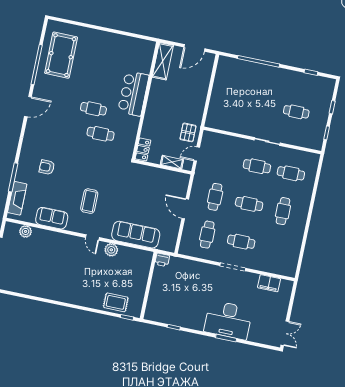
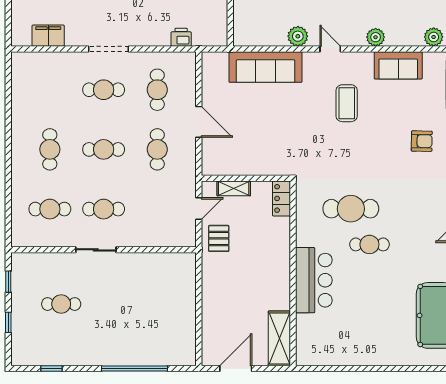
cafe table: (101, 134) -> (351, 209), width x1.37, depth x1.35
plant: (62, 239) -> (376, 37), added
printer: (162, 260) -> (181, 37), moved

